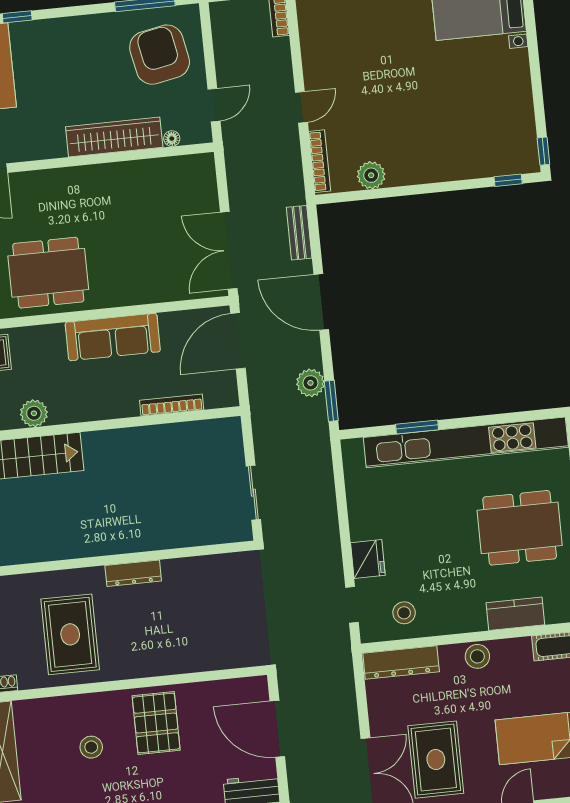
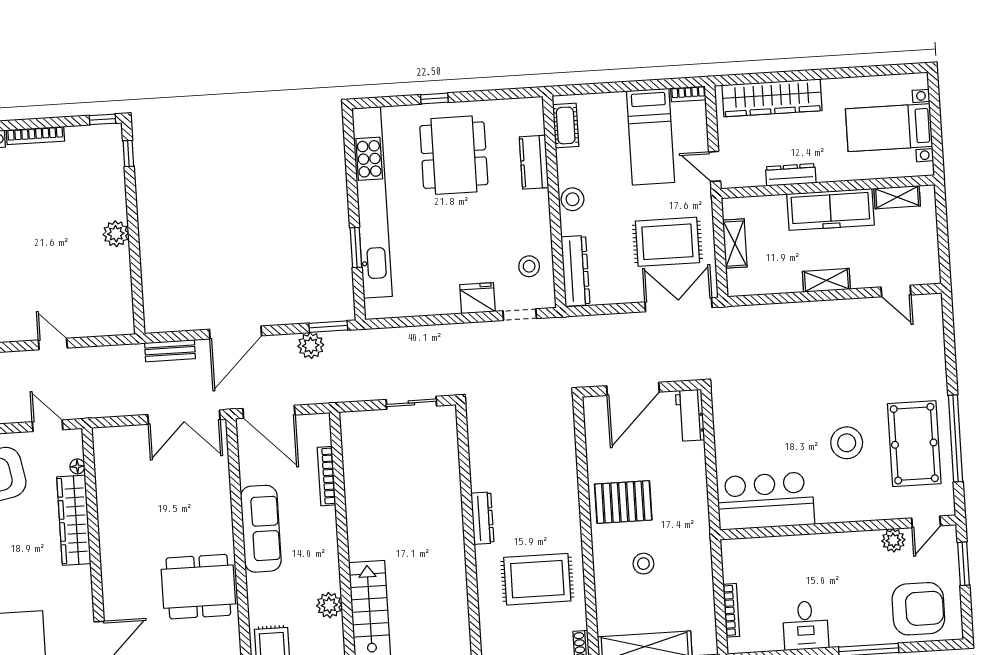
bookcase: (320, 161) -> (35, 136), moved, turned 180
plant: (371, 175) -> (116, 234), moved
dining table: (48, 273) -> (198, 587), turned 90

